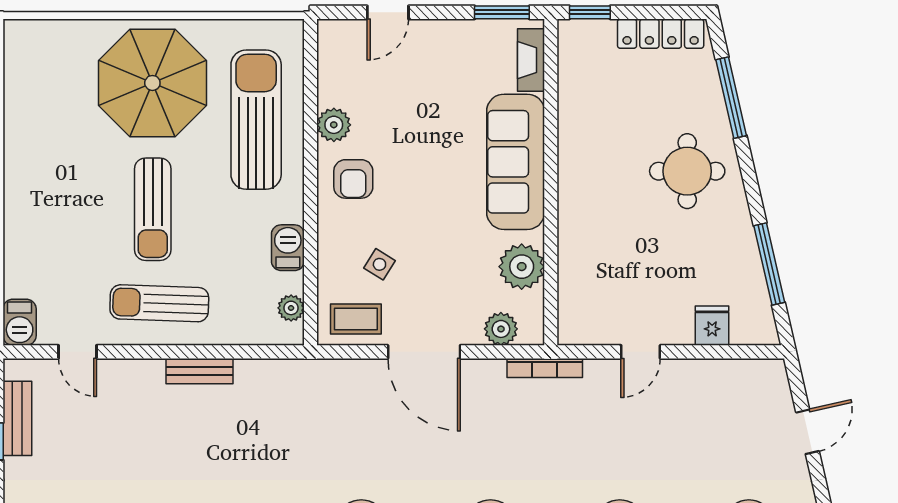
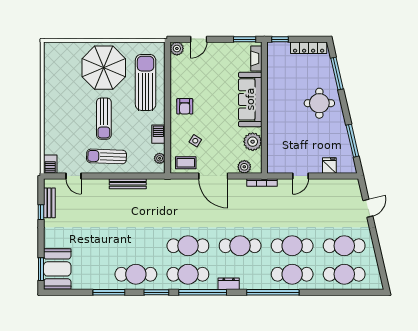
plant: (334, 125) -> (177, 49), moved
bench: (200, 371) -> (128, 184), width x1.36

